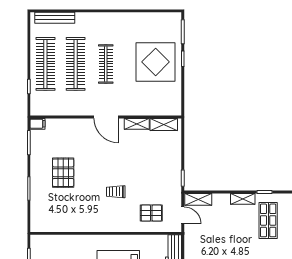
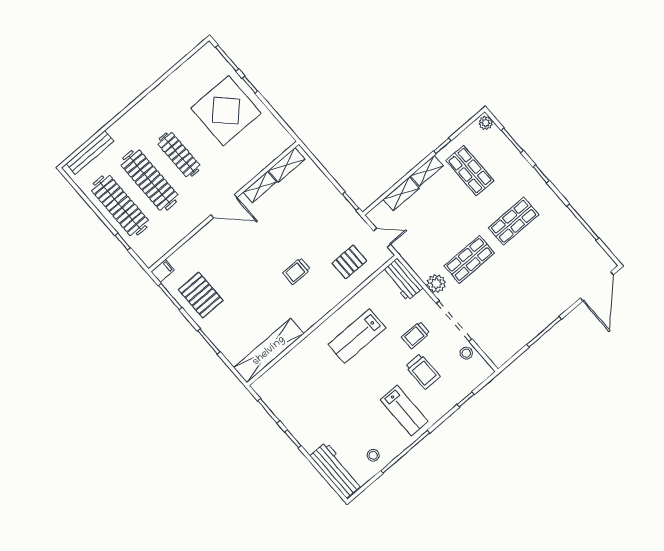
pallet: (63, 173) -> (201, 295), moved
shelving: (198, 199) -> (401, 194), moved
shelving: (59, 224) -> (269, 351), added

